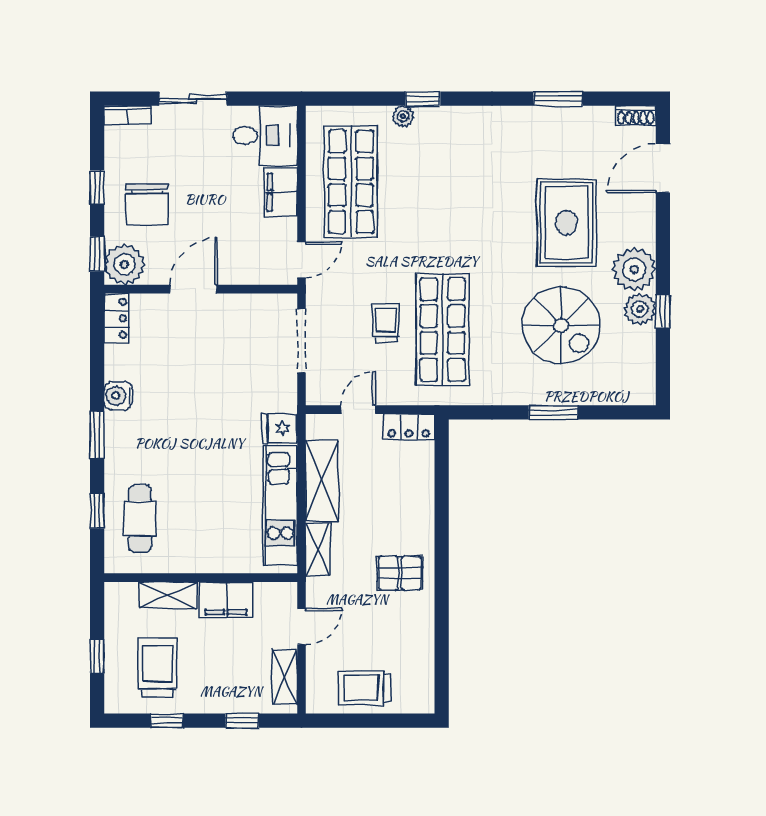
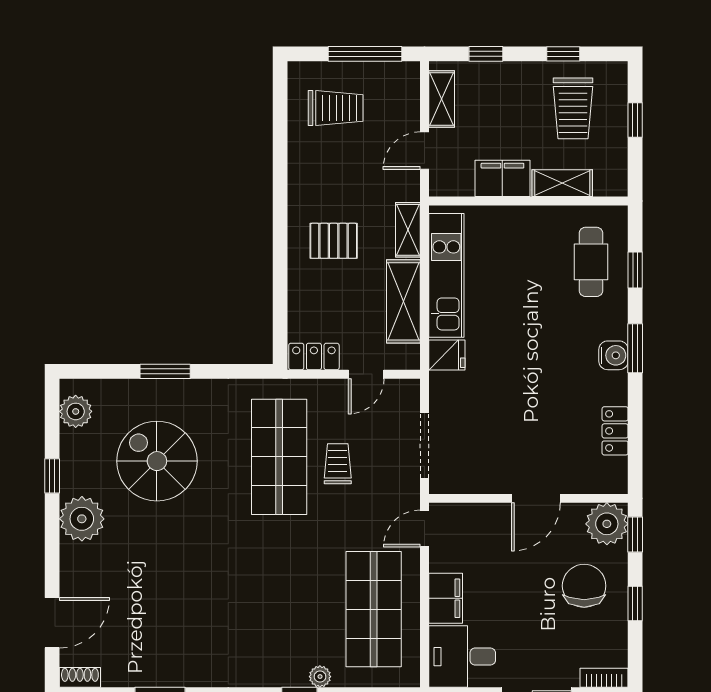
rug: (566, 223) -> (152, 567), removed
plant: (640, 309) -> (76, 411), moved
locker: (117, 318) -> (615, 431), moved
trolley: (386, 323) -> (338, 464), turned 180
water cooler: (118, 396) -> (613, 355), moved
pallet: (400, 573) -> (334, 241), moved
trolley: (365, 688) -> (336, 108), moved
window: (359, 721) -> (365, 54), added

